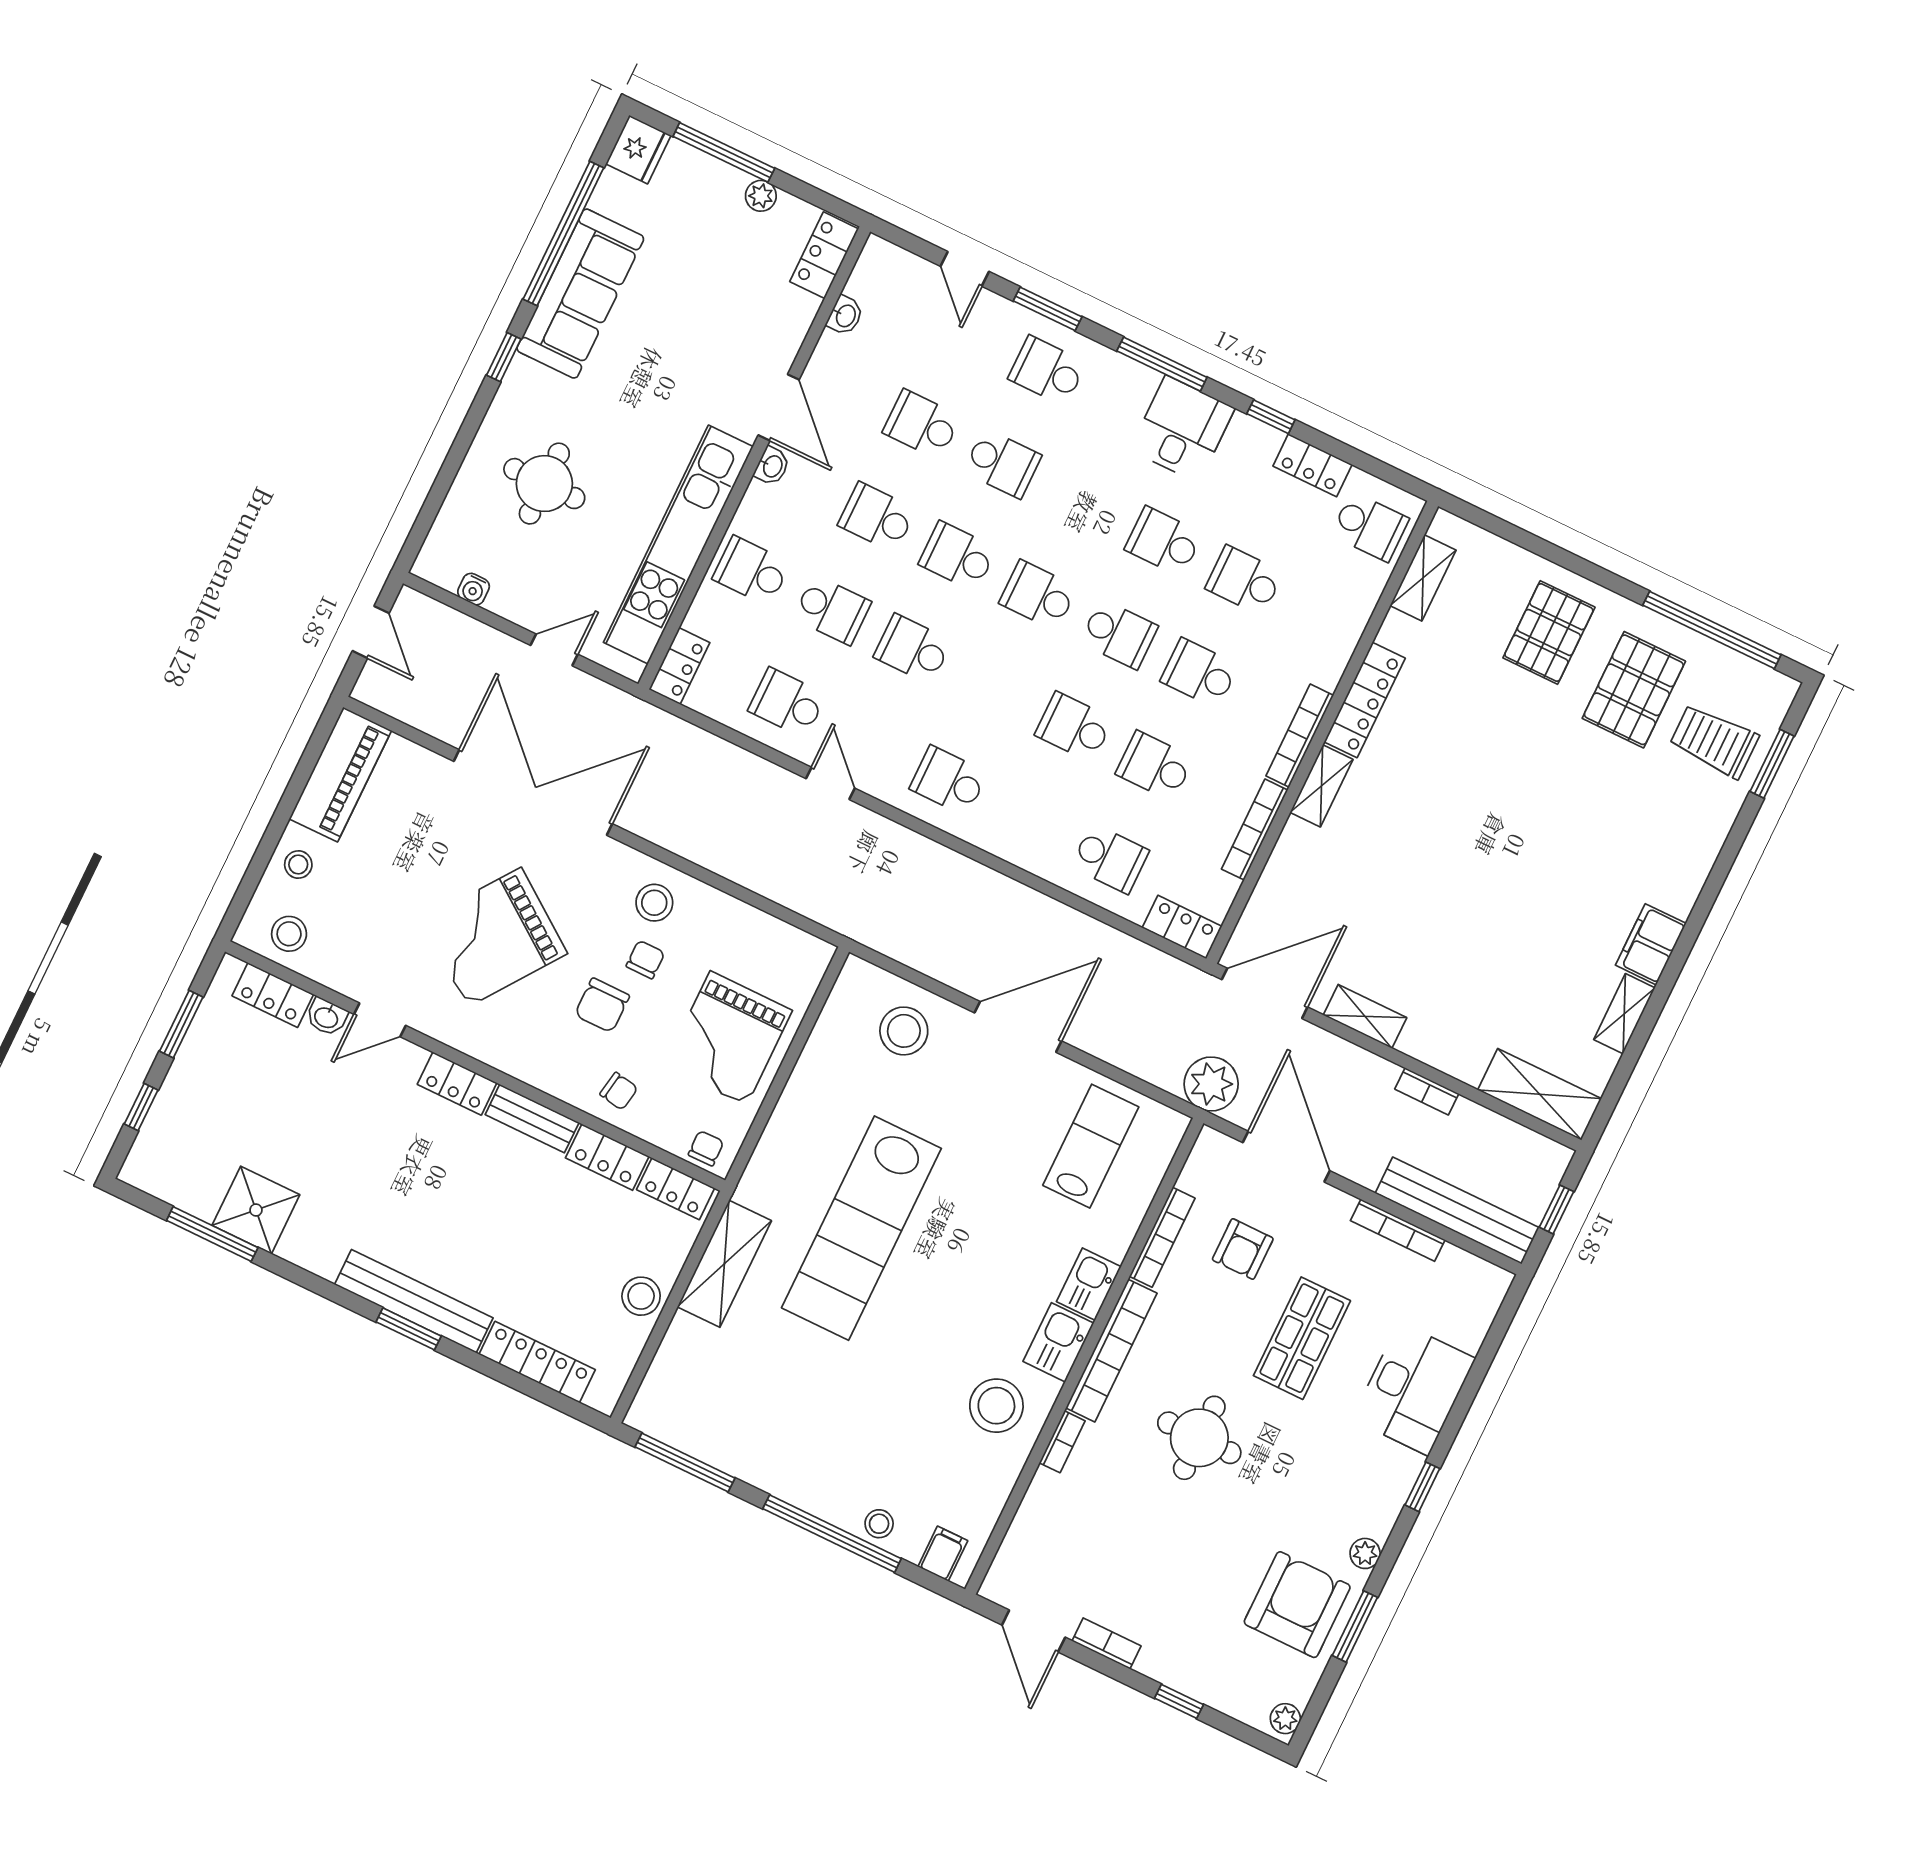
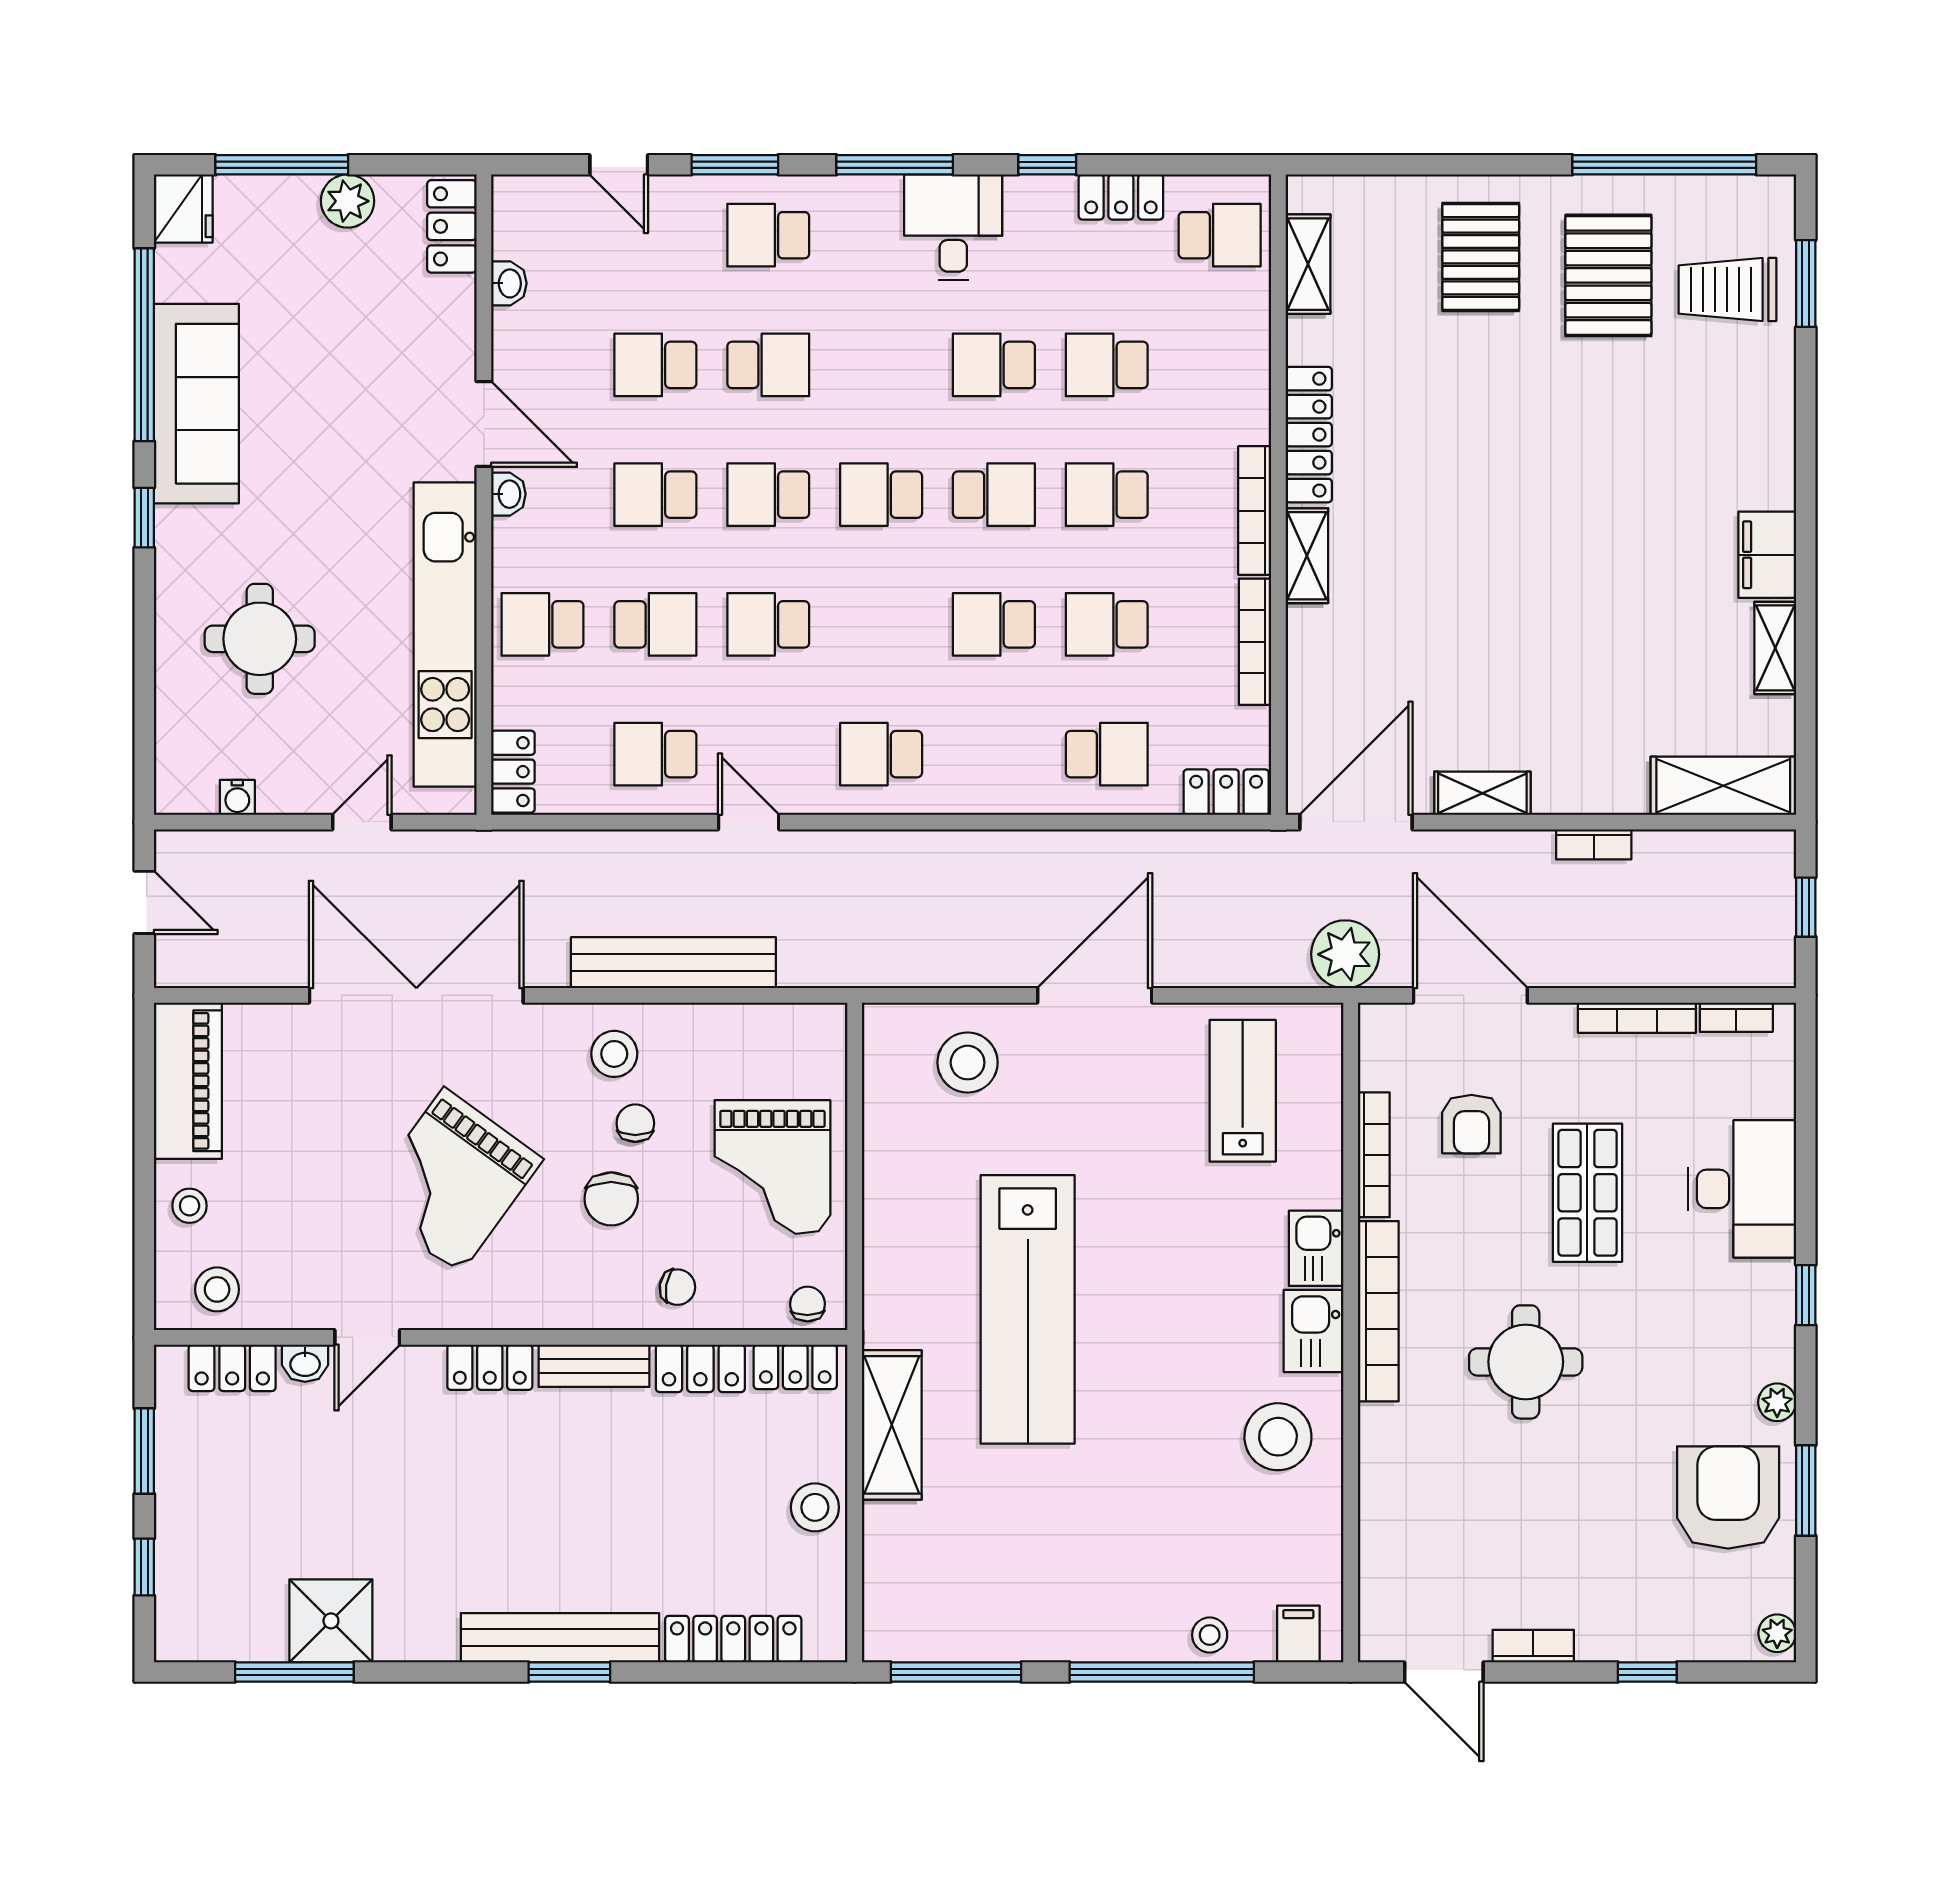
plant: (761, 196) -> (348, 201), width x1.38, depth x1.38
bench: (1457, 1210) -> (673, 963), moved
bookcase: (1062, 1442) -> (1736, 1017), moved, turned 90

